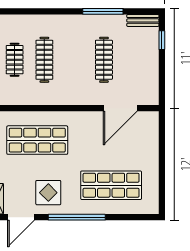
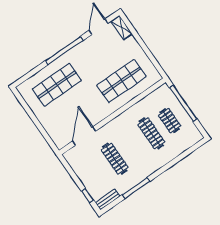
display table: (48, 193) -> (92, 53), removed

